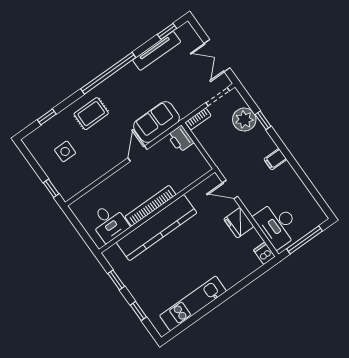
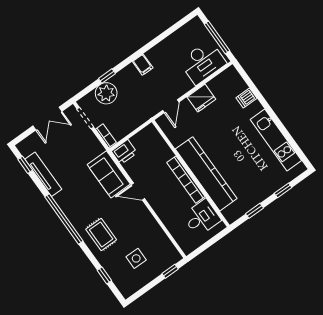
dishwasher: (264, 253) -> (246, 98), moved

